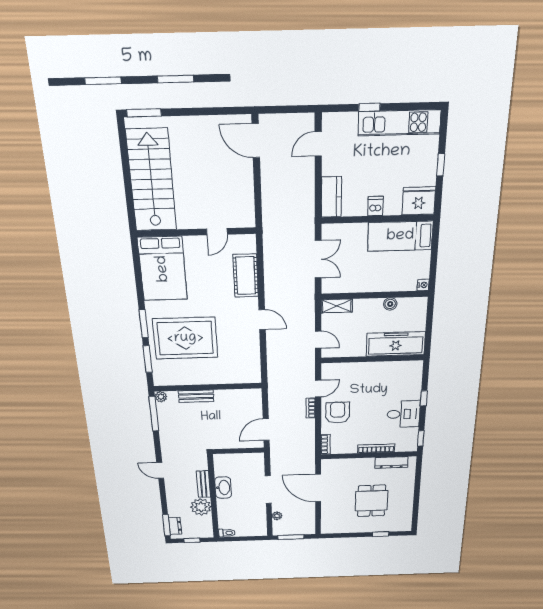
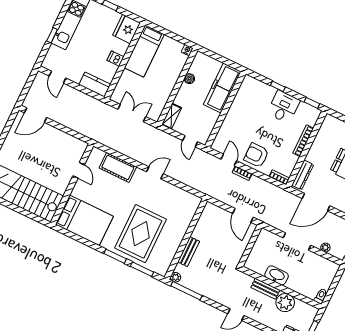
door: (318, 340) -> (190, 141), swing flipped
dresser: (391, 462) -> (303, 175), moved

